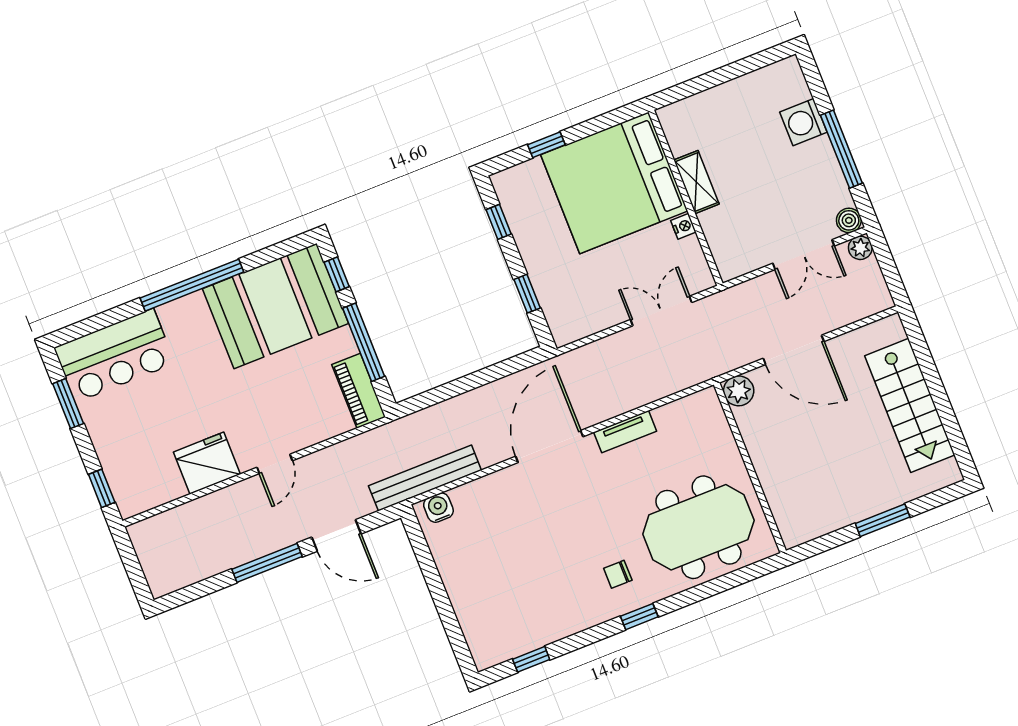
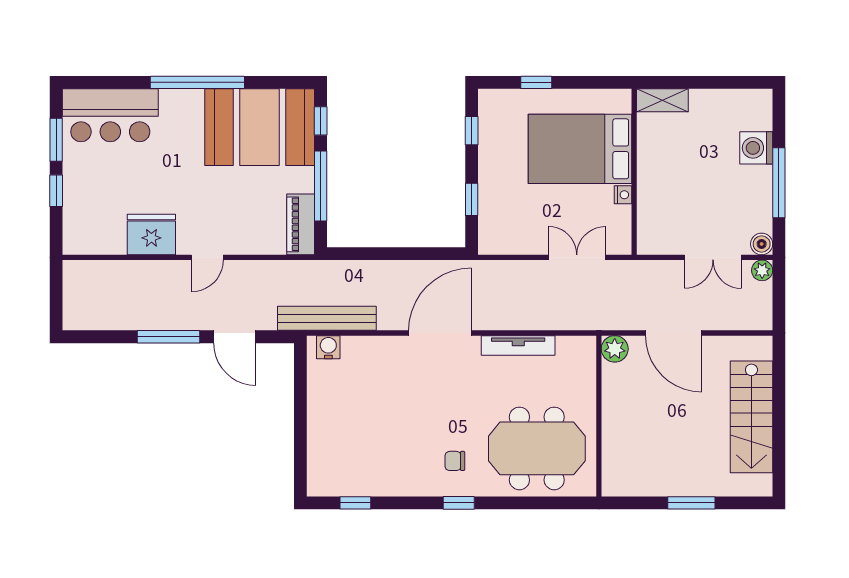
shelving: (696, 182) -> (662, 100), moved, turned 90
bed: (614, 183) -> (580, 149), width x0.73
tv unit: (625, 432) -> (518, 345), width x1.41
window: (102, 488) -> (56, 191), moved

